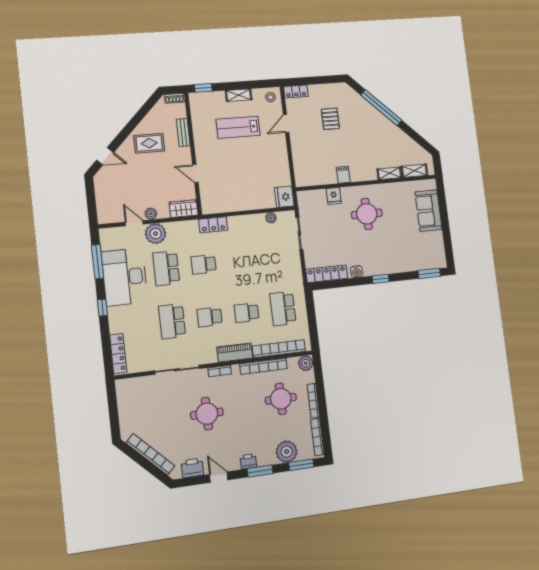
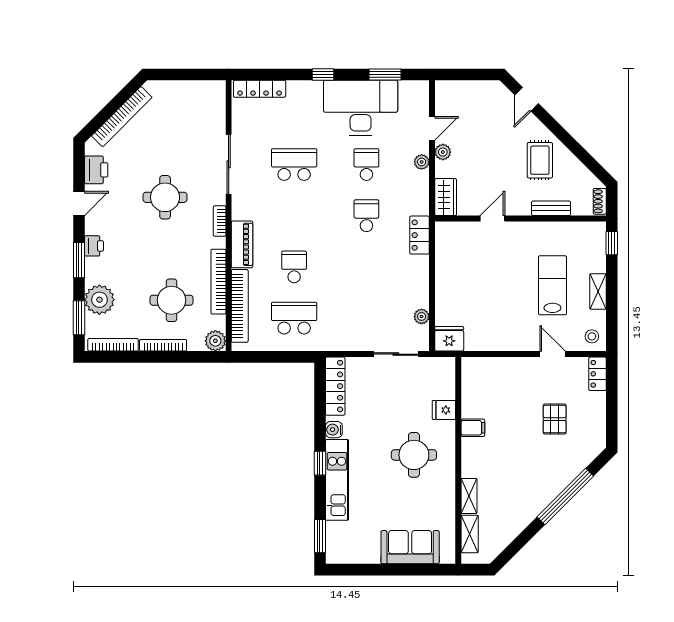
pallet: (330, 119) -> (555, 419), turned 90
plant: (156, 234) -> (422, 162), width x0.53, depth x0.53
window: (98, 262) -> (385, 75), width x0.69
kitchen unit: (390, 266) -> (337, 480), added
school desk: (166, 268) -> (366, 165), width x0.54
school desk: (210, 317) -> (294, 216), removed

